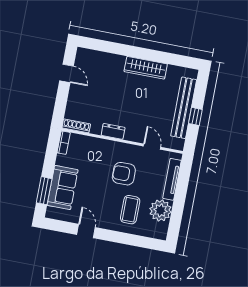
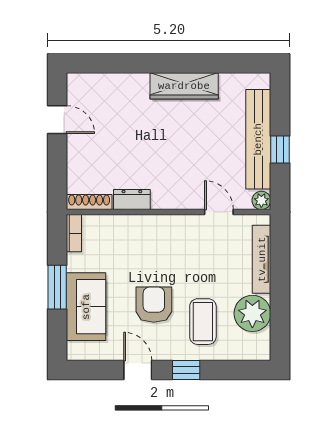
dresser: (113, 131) -> (132, 200), moved
plant: (179, 144) -> (261, 200), added
armchair: (124, 174) -> (154, 305), moved, turned 90
window: (44, 191) -> (57, 287), moved
window: (115, 236) -> (186, 370), added

